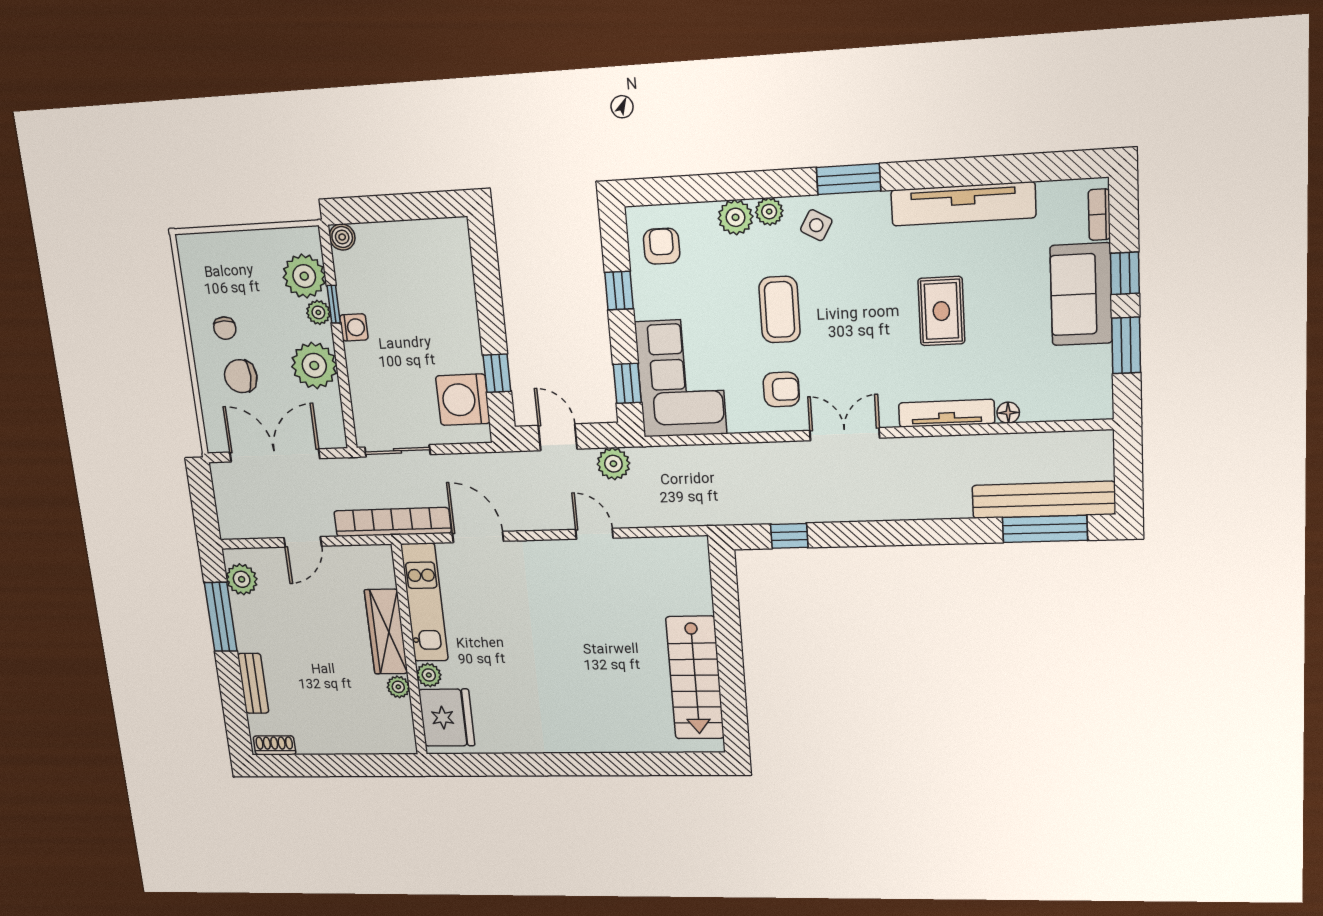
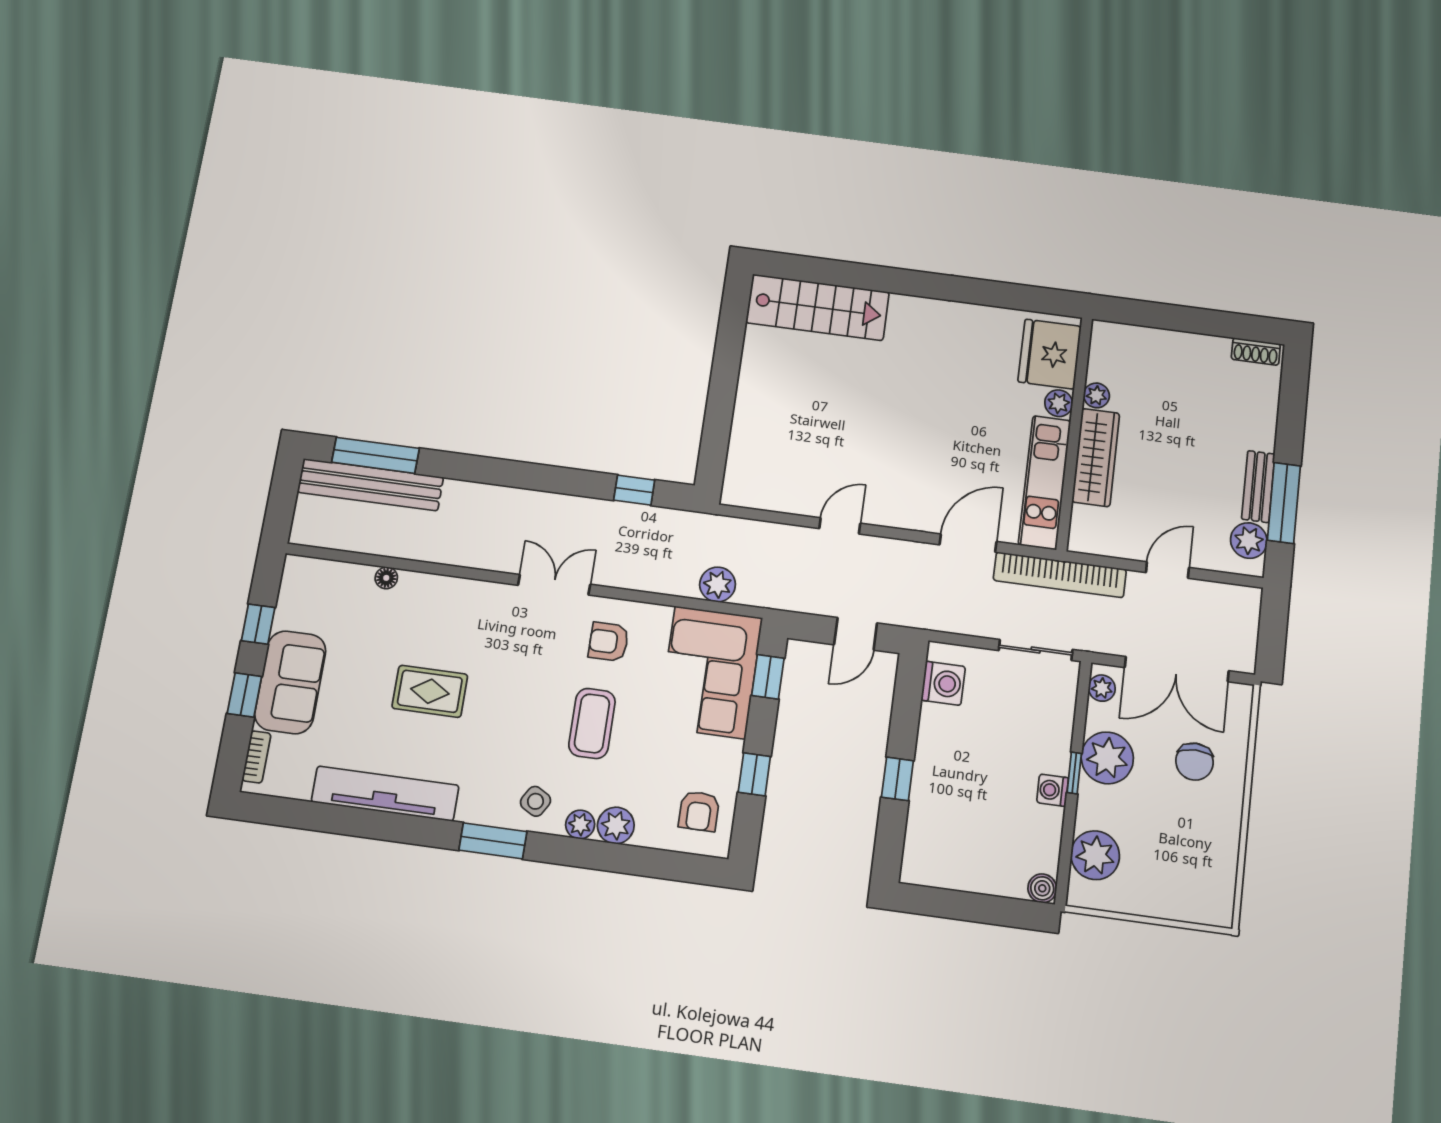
window: (334, 304) -> (1074, 773), moved
rug: (941, 311) -> (430, 691), turned 90
plant: (318, 312) -> (1102, 688), moved
chair: (225, 328) -> (1200, 817), removed
window: (1126, 345) -> (258, 624), width x0.67
window: (497, 373) -> (897, 779), moved
chair: (241, 376) -> (1195, 762), turned 90
washing machine: (463, 400) -> (943, 683), width x0.73, depth x0.73
tv unit: (947, 413) -> (447, 588), removed
double door: (845, 434) -> (554, 585), swing flipped
door: (558, 437) -> (856, 634), hinge flipped
plant: (613, 464) -> (718, 584), moved
door: (594, 534) -> (840, 526), swing flipped
door: (478, 537) -> (968, 543), swing flipped
stairs: (695, 678) -> (818, 307), moved, turned 90
bench: (253, 683) -> (1258, 487), moved

